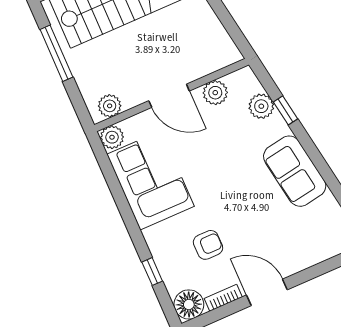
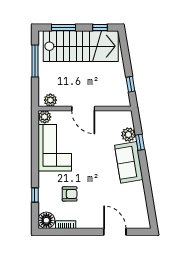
window: (229, 23) -> (130, 84), added
plant: (215, 93) -> (108, 117), removed
sofa: (295, 171) -> (129, 162), moved
door: (267, 292) -> (115, 232), moved

